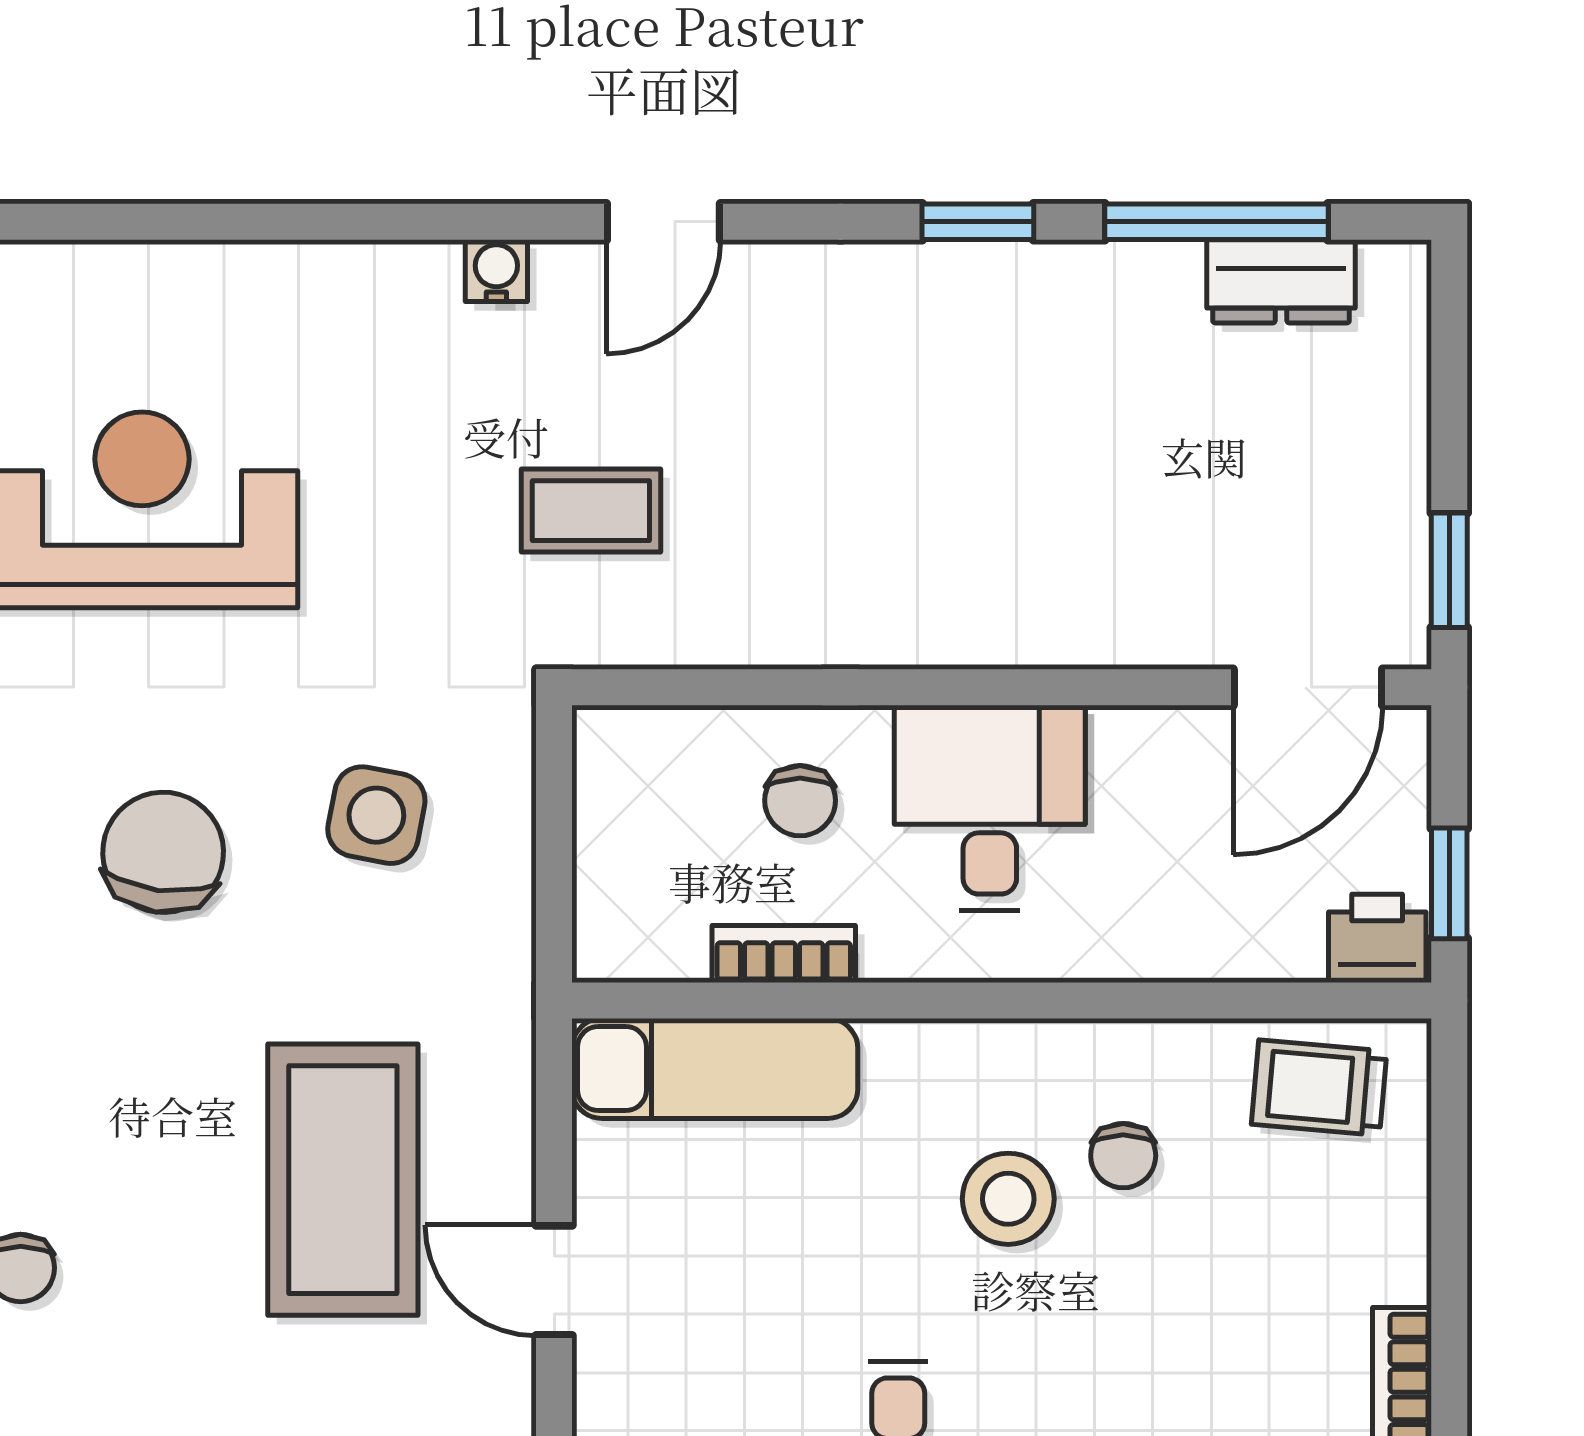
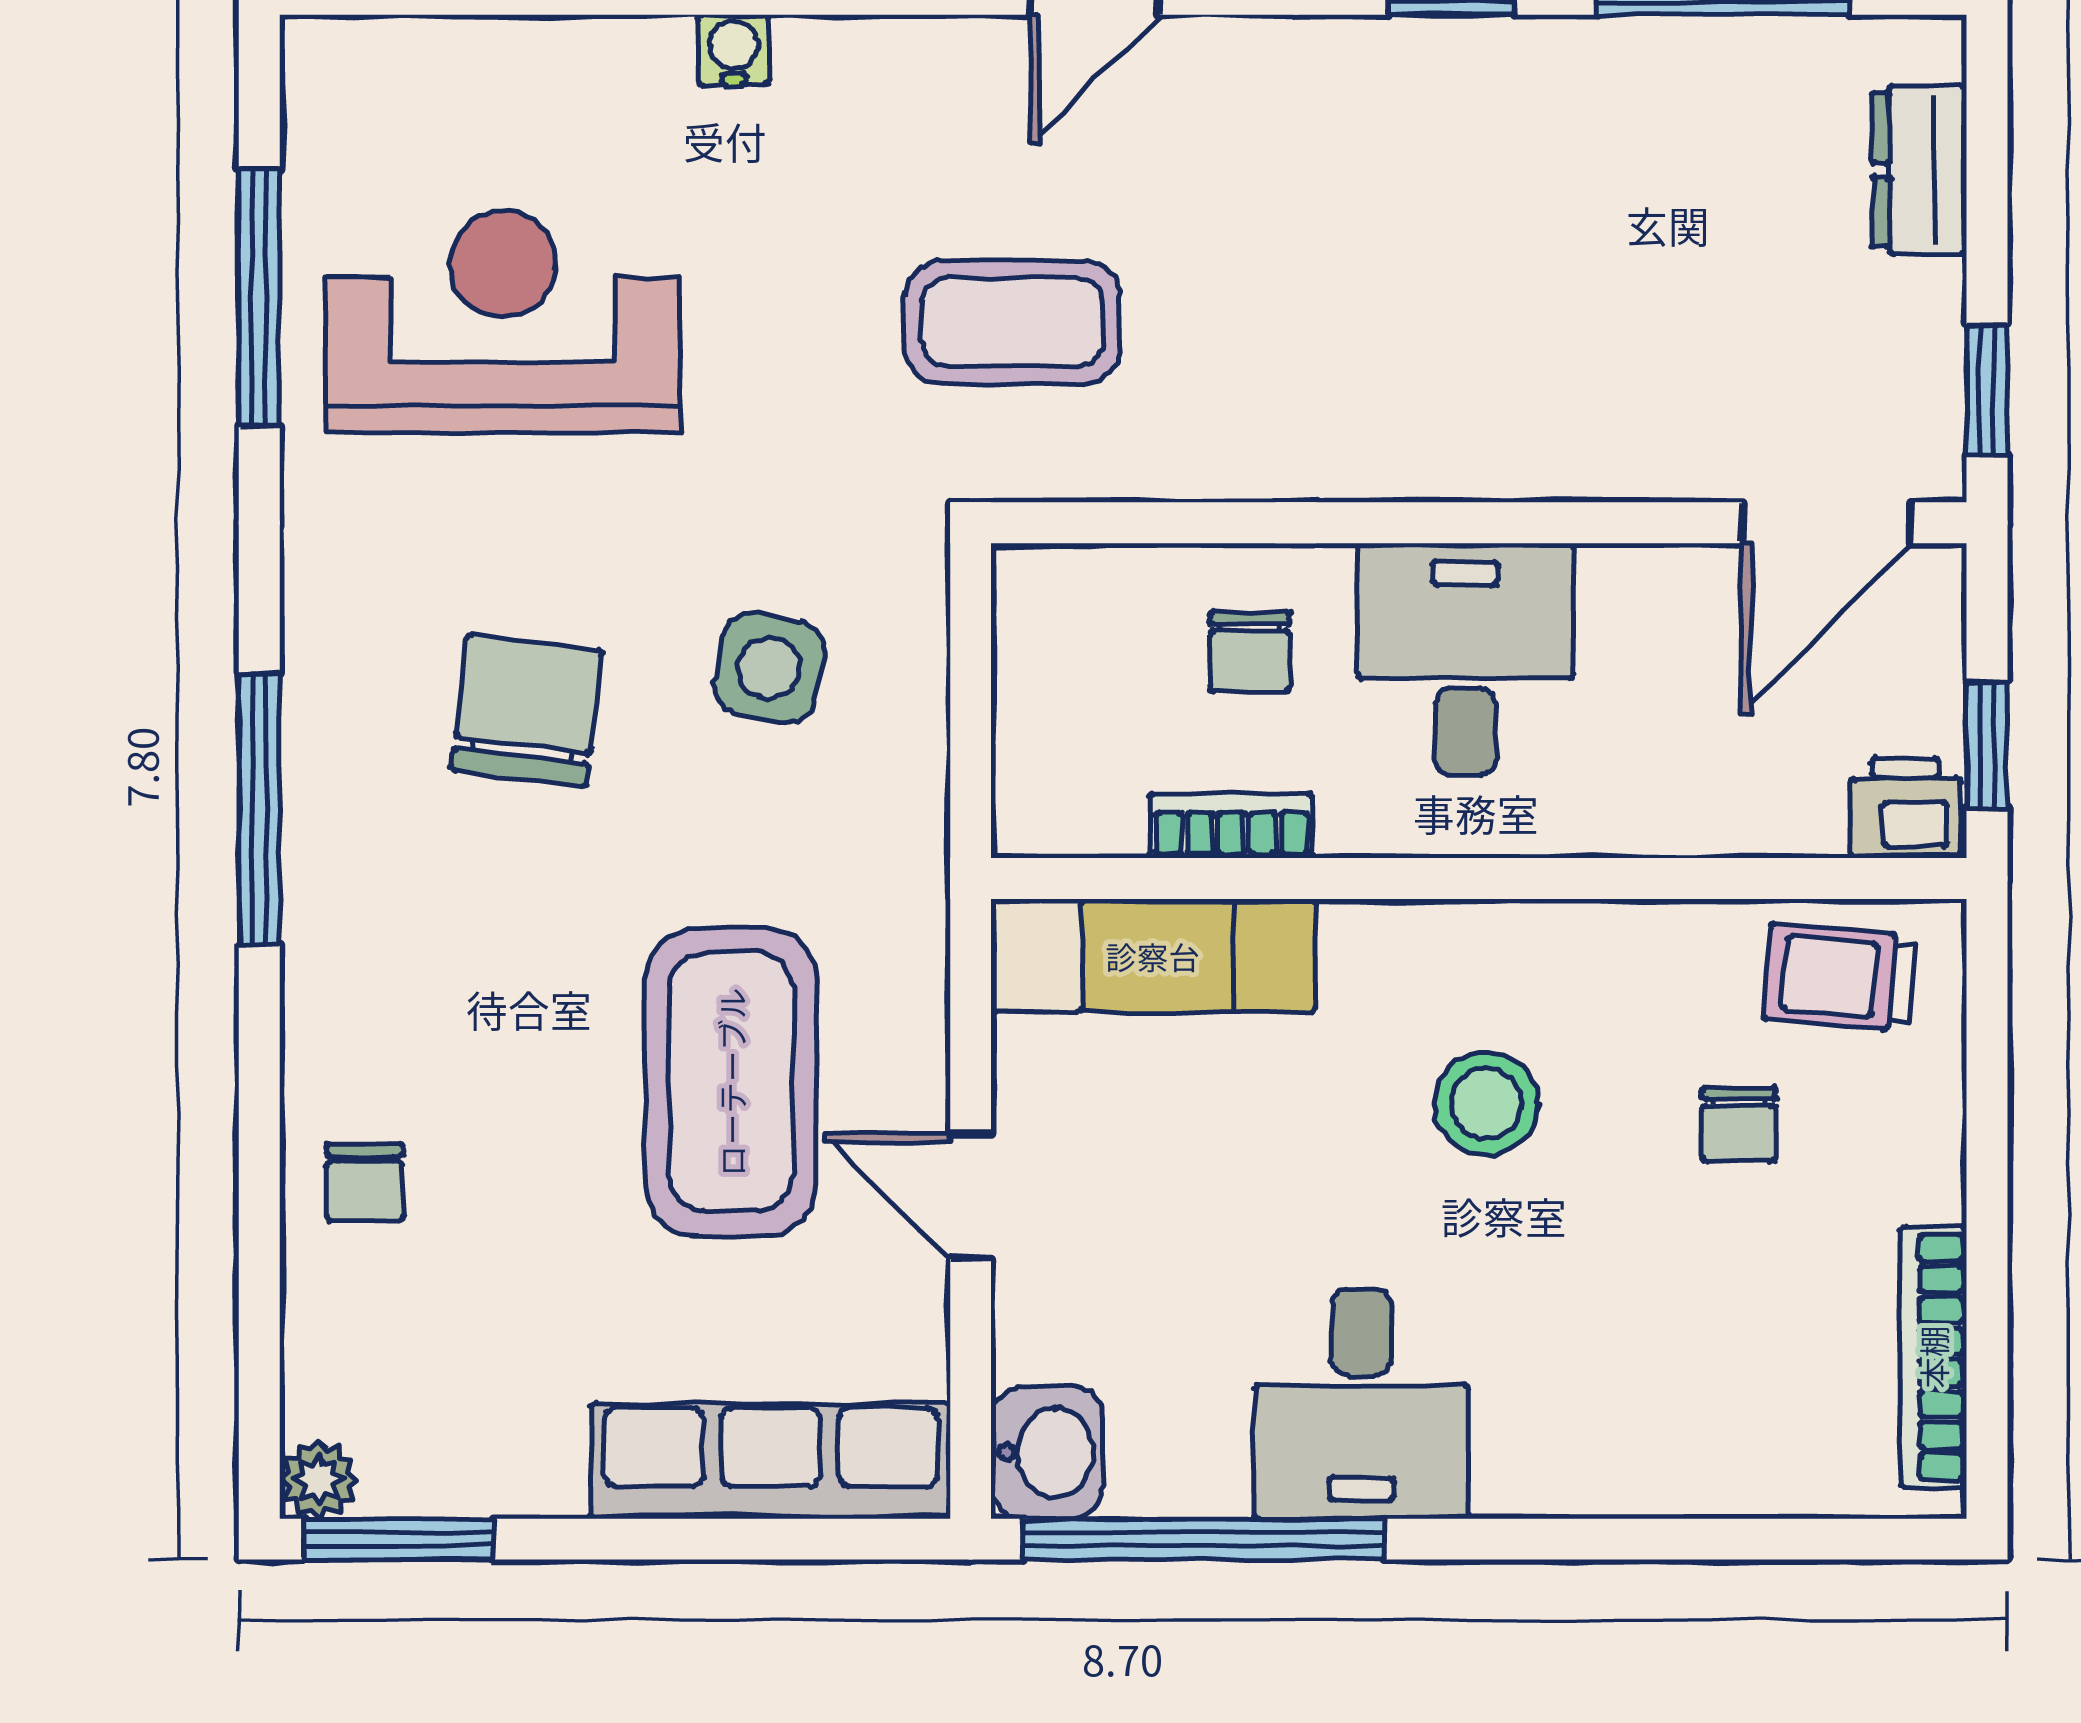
water cooler: (496, 271) -> (734, 50), moved
dresser: (1281, 281) -> (1919, 170), moved, turned 90
coffee table: (591, 511) -> (1013, 322), width x1.36, depth x1.30
chair: (1123, 1156) -> (1739, 1124), moved

